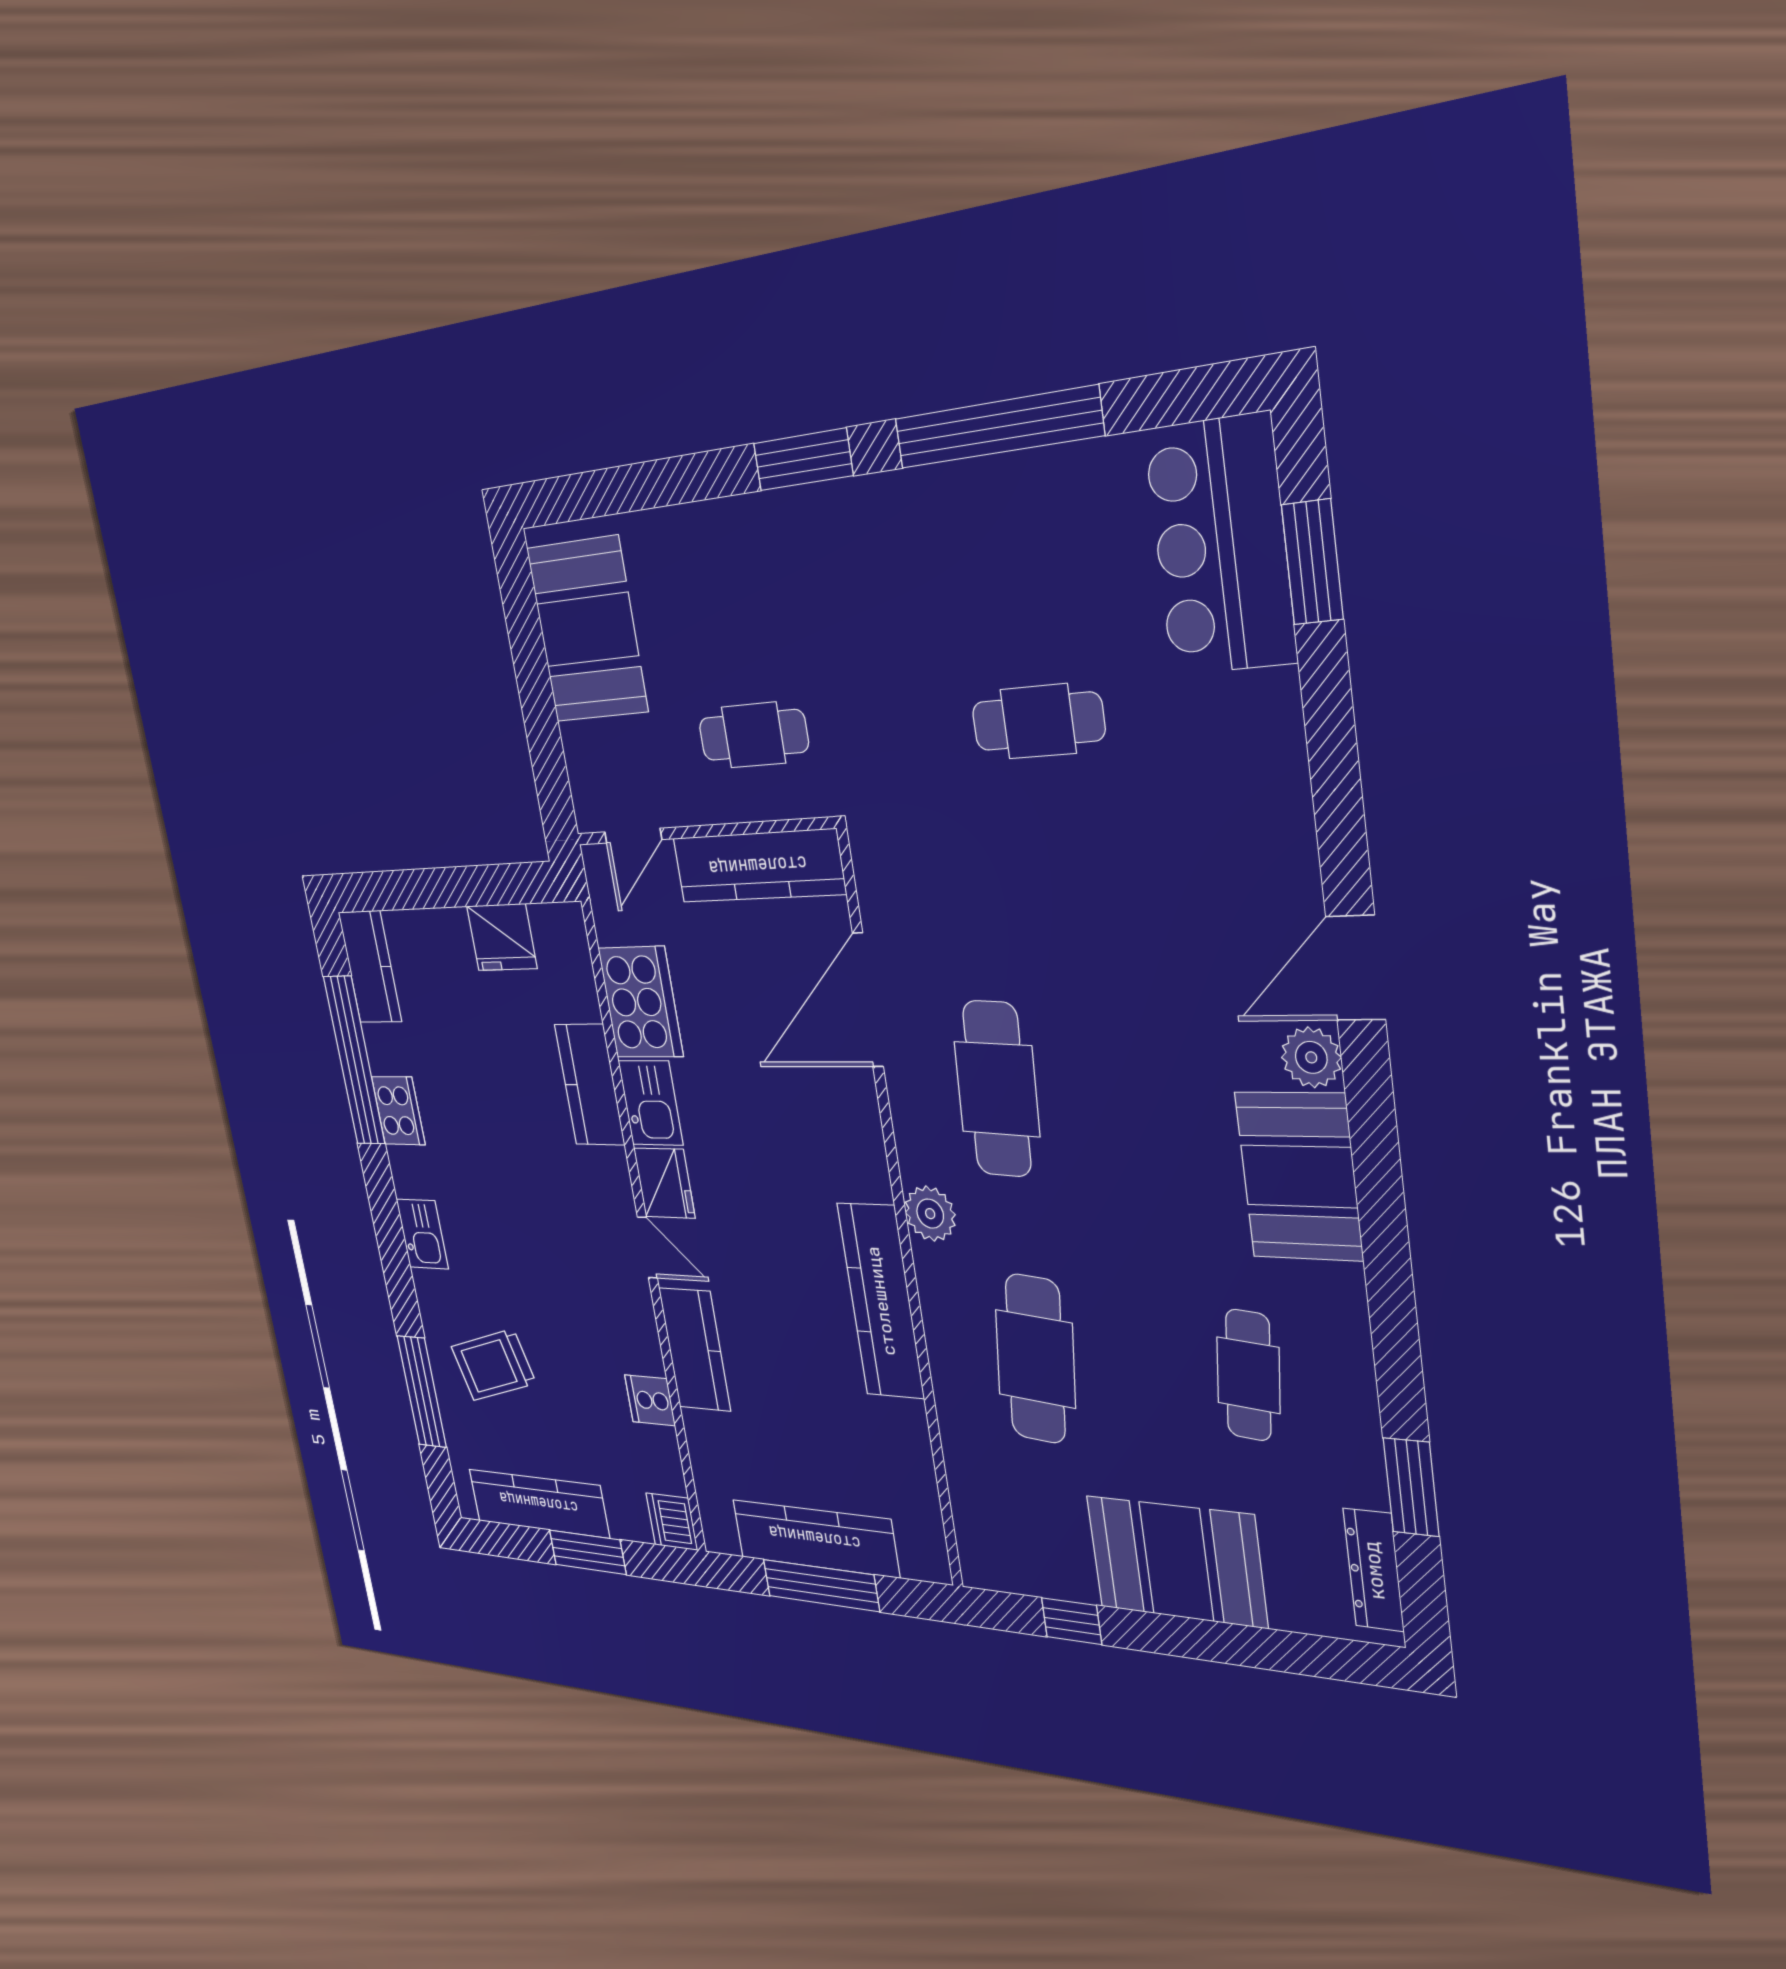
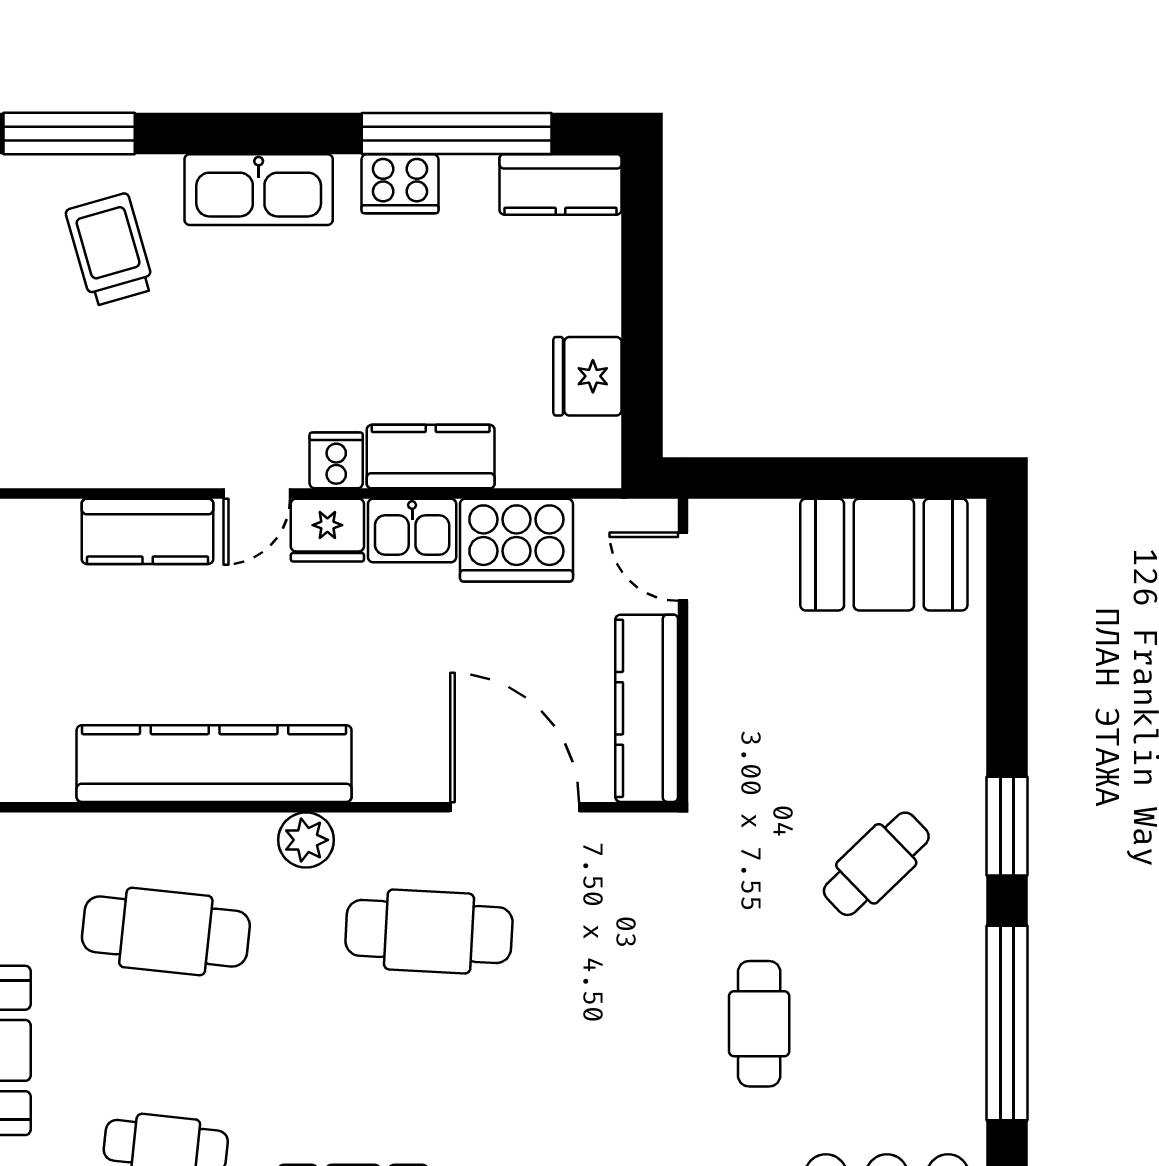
cafe table: (754, 735) -> (876, 864), moved, turned 46
kitchen sink: (422, 1234) -> (259, 190), width x1.88, depth x1.24
kitchen counter: (881, 1301) -> (214, 764), width x1.39, depth x1.17
cooker: (650, 1400) -> (336, 460), moved

